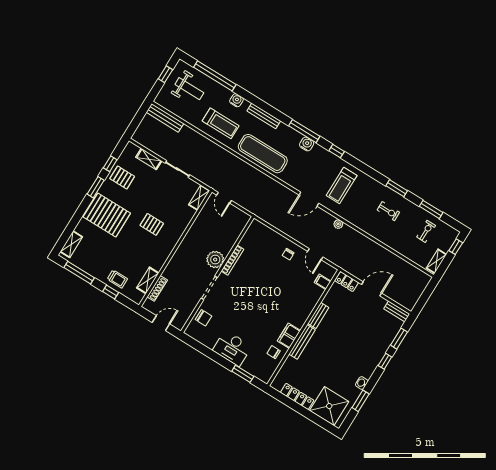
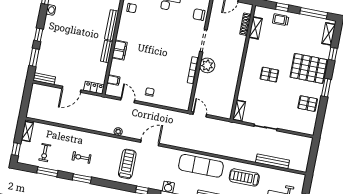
bench: (165, 118) -> (272, 161), moved
shelving: (149, 159) -> (292, 127), removed
window: (110, 164) -> (333, 54), moved
door: (224, 198) -> (200, 114), moved
filing cabinet: (289, 336) -> (120, 50), moved

